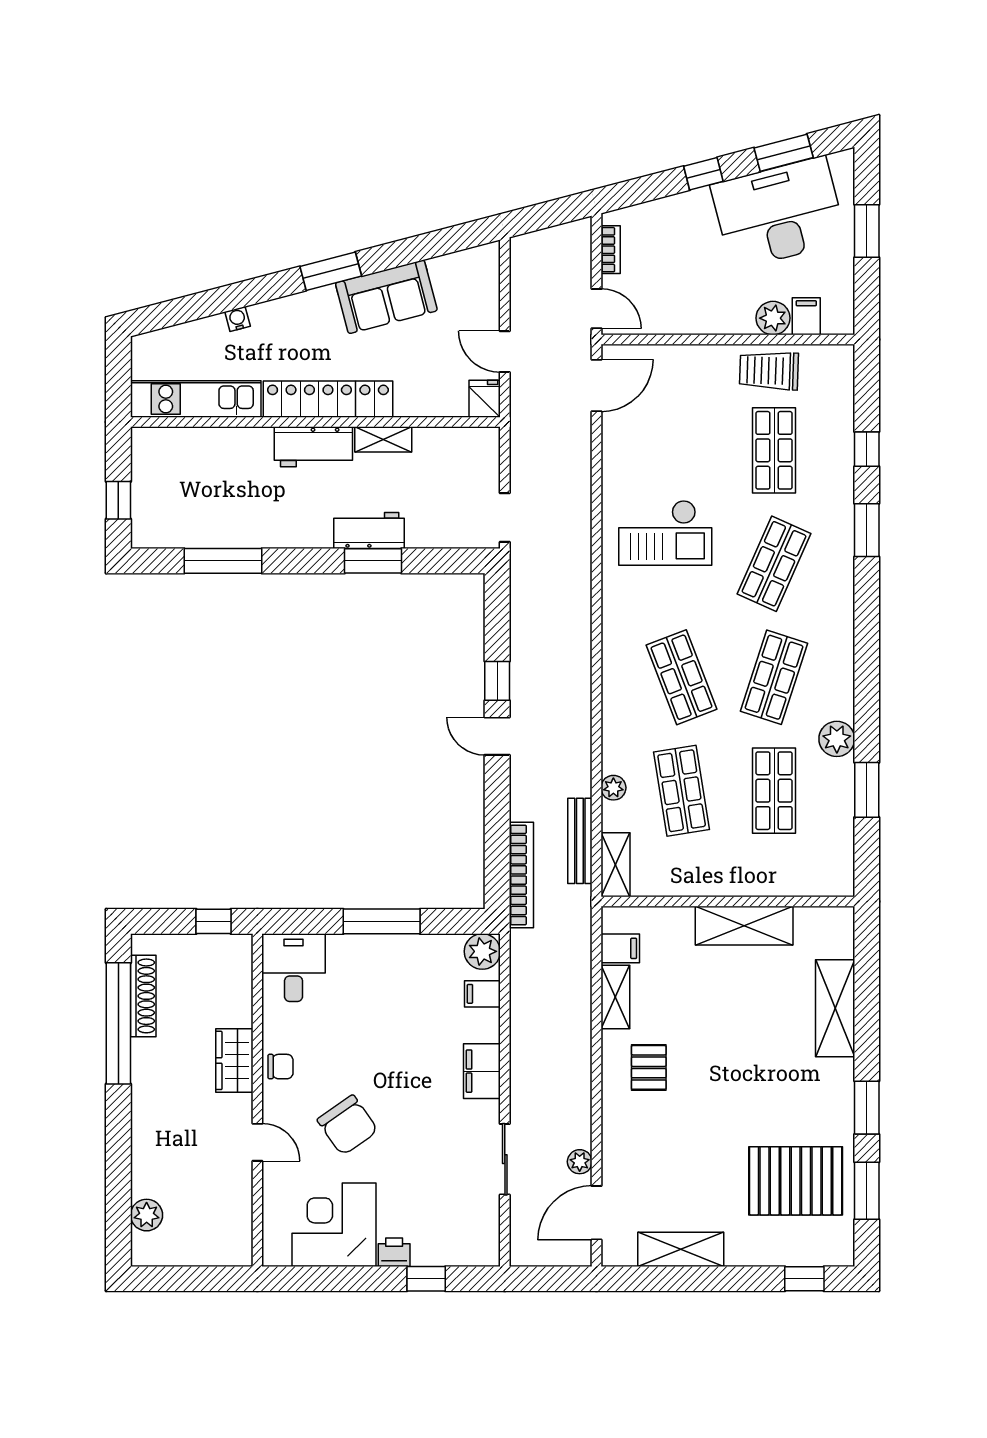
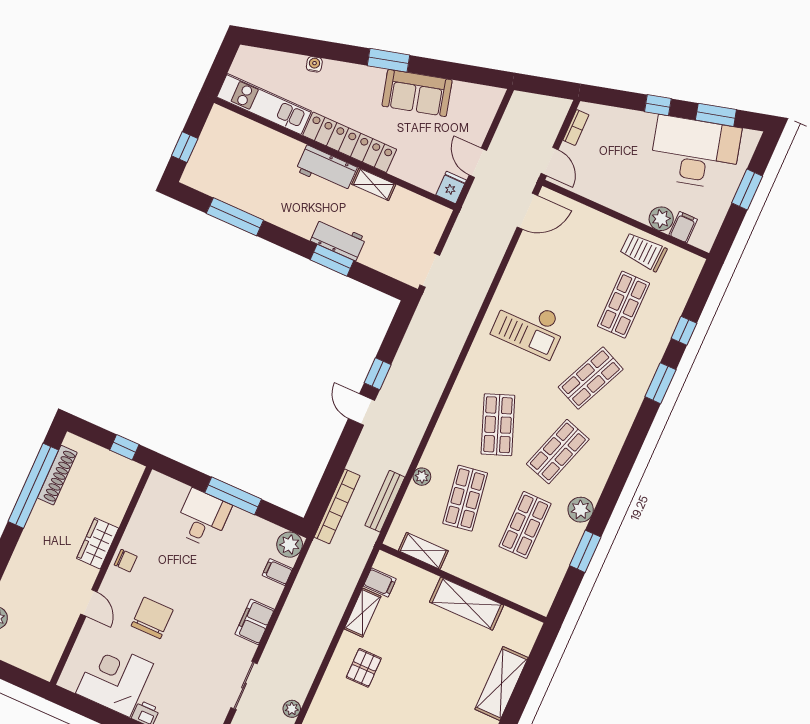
shelving: (615, 865) -> (423, 551), moved, turned 90
desk: (294, 968) -> (203, 518), moved
chair: (348, 1125) -> (152, 618), turned -145

